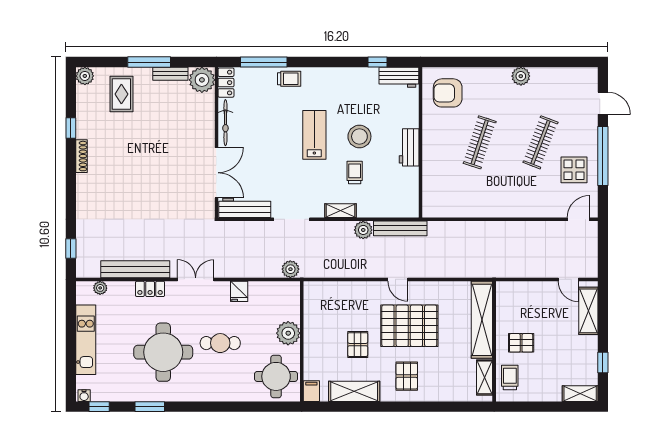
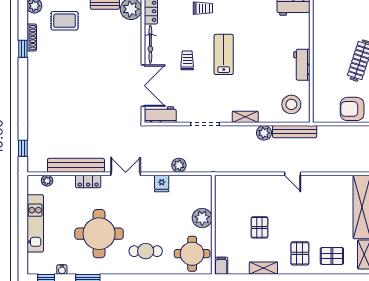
armchair: (448, 93) -> (352, 109), moved
rug: (121, 94) -> (65, 21), turned 90
stool: (359, 136) -> (291, 104), moved
shoe rack: (82, 156) -> (32, 38), moved
trolley: (355, 172) -> (187, 60), moved
workbench: (245, 208) -> (160, 115), width x0.73
plant: (290, 269) -> (179, 165), moved
pallet: (409, 326) -> (332, 256), moved, width x0.49, depth x0.50
cafe table: (220, 343) -> (146, 251), moved
shelving: (354, 391) -> (263, 268), width x0.67, depth x0.75
water cooler: (84, 396) -> (62, 270), moved

